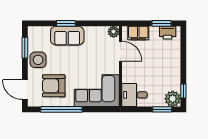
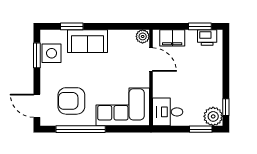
window: (66, 23) -> (72, 26), moved
side table: (38, 60) -> (52, 53), moved

